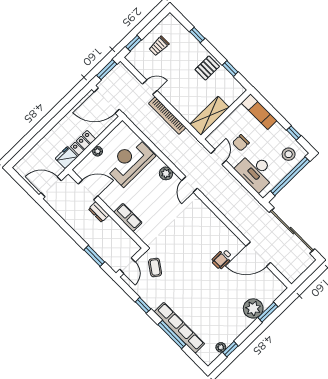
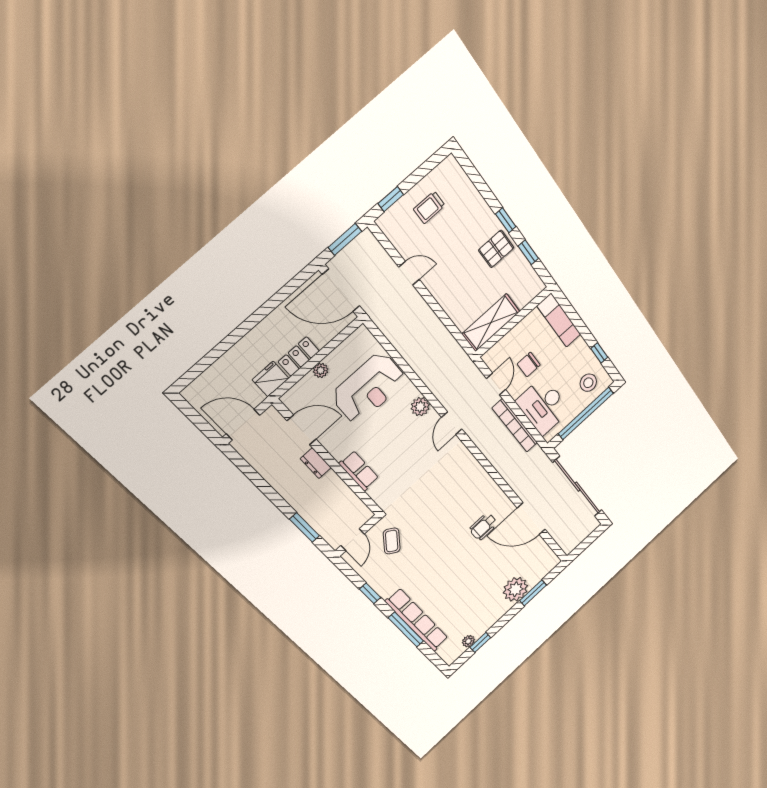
window: (197, 35) -> (506, 220), moved
bookcase: (167, 116) -> (515, 425), moved
reception desk: (130, 162) -> (369, 388), turned 180

